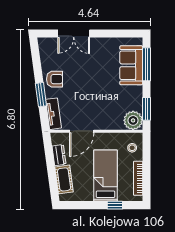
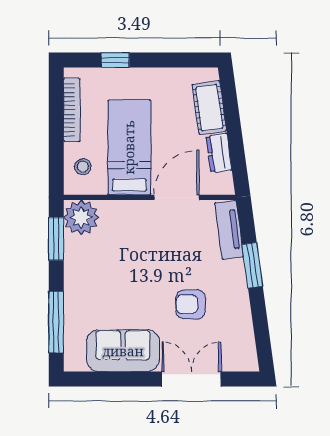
sofa: (131, 65) -> (123, 351), moved, turned -90
armchair: (55, 79) -> (191, 304), moved
bed: (106, 176) -> (129, 147), moved, turned 180

